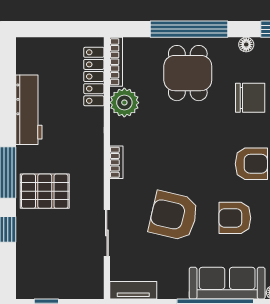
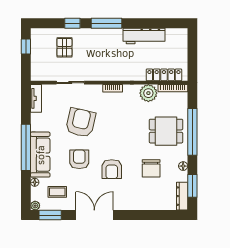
pallet: (45, 191) -> (64, 47), moved, width x0.67, depth x0.71

